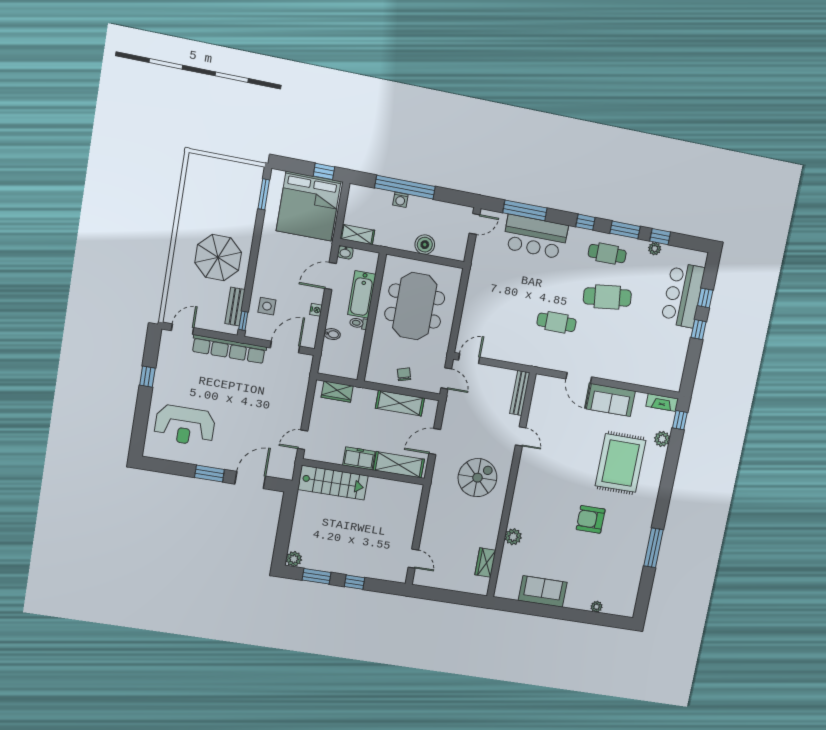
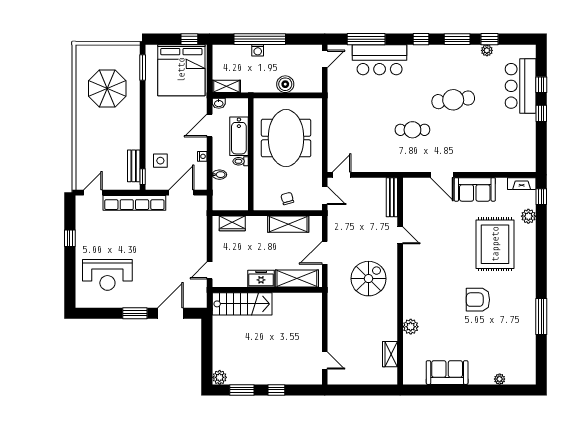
cafe table: (607, 254) -> (446, 62), removed
parasol: (218, 258) -> (107, 89), moved

